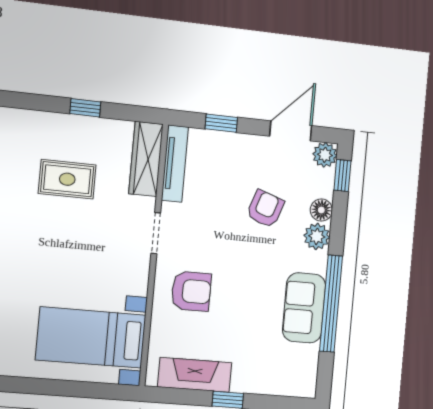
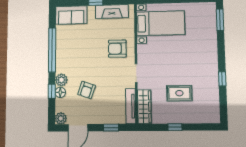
window: (342, 175) -> (52, 91), moved
sofa: (304, 308) -> (71, 15), moved, turned 90

